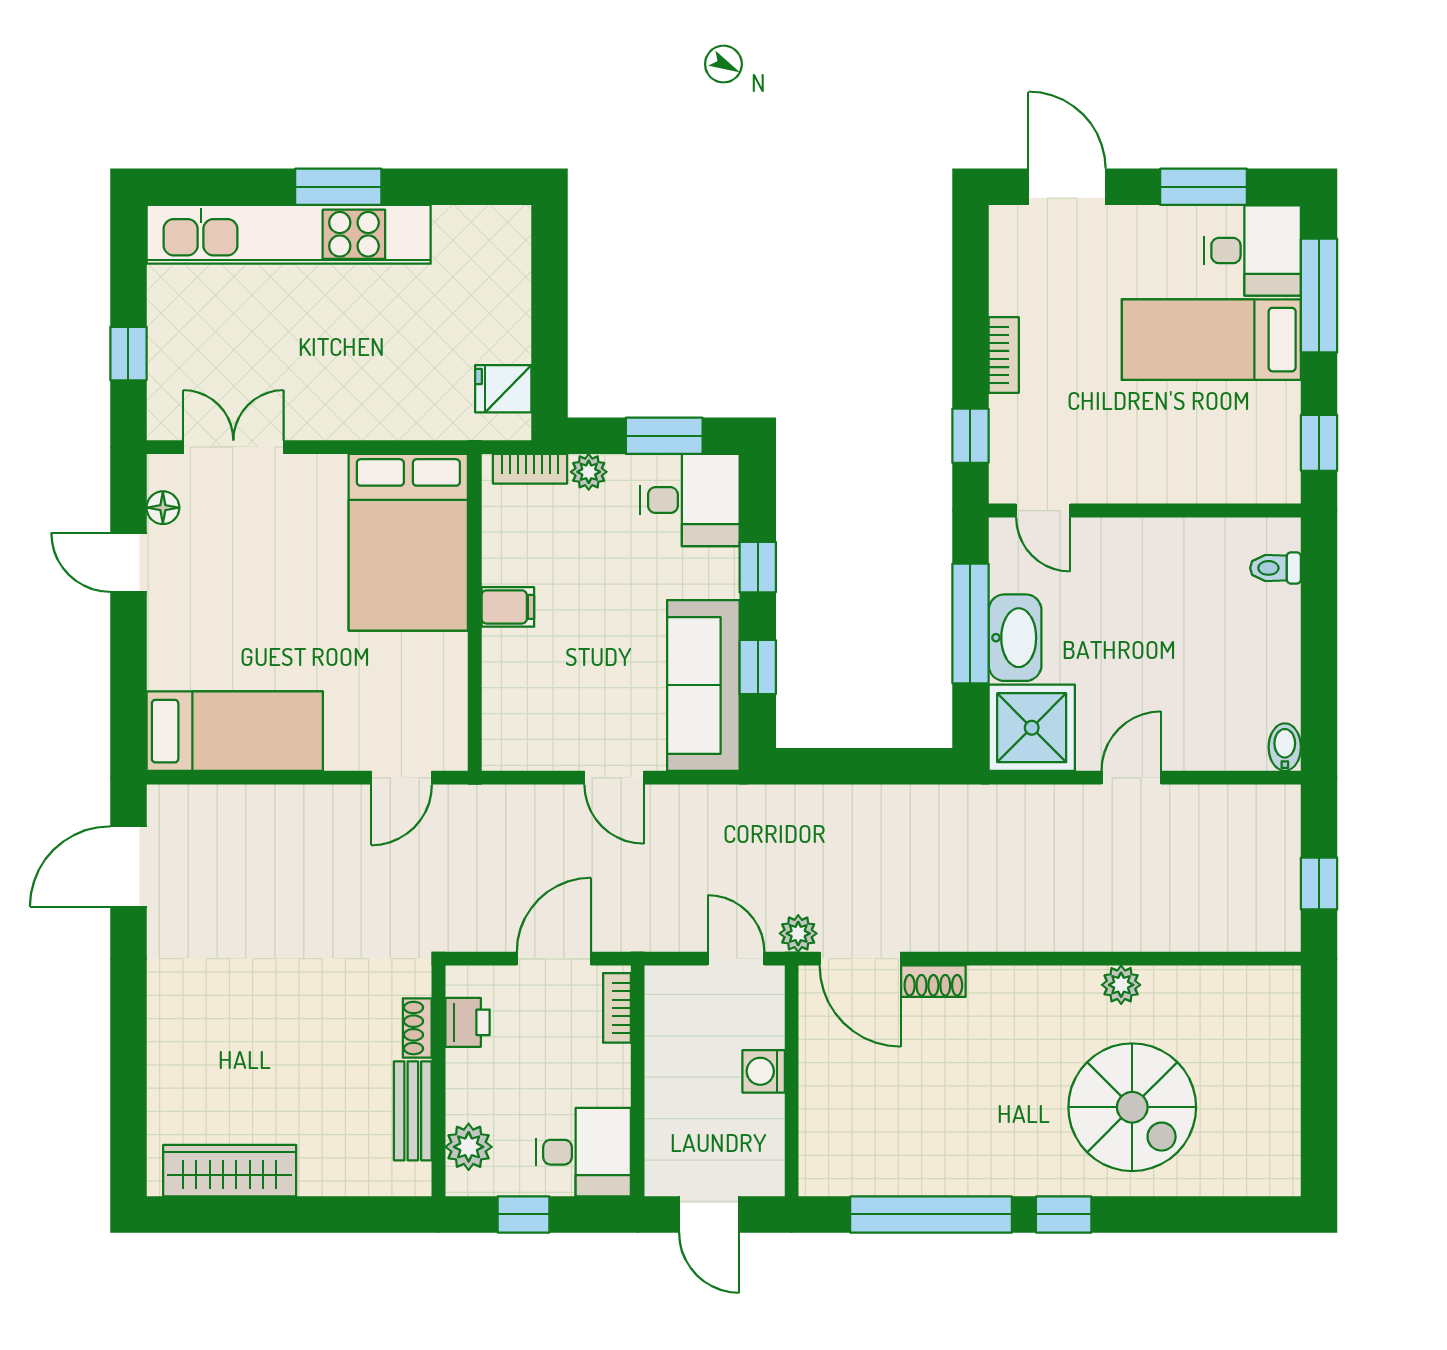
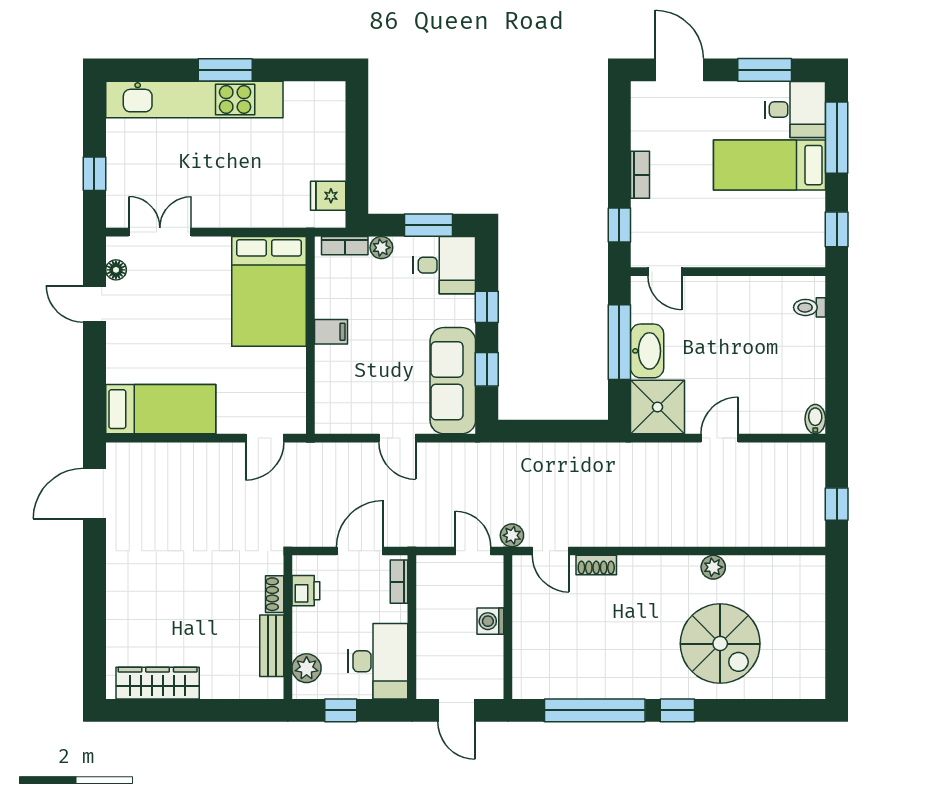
door: (860, 959) -> (551, 551), width x0.73
desk: (583, 1152) -> (378, 661), width x1.37

